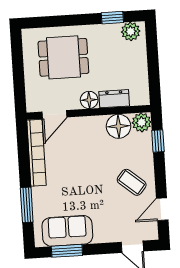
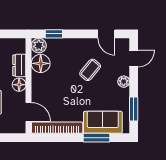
coffee table: (132, 182) -> (90, 70), moved
sofa: (67, 231) -> (103, 122), moved, turned 90
plant: (102, 236) -> (124, 82), added

